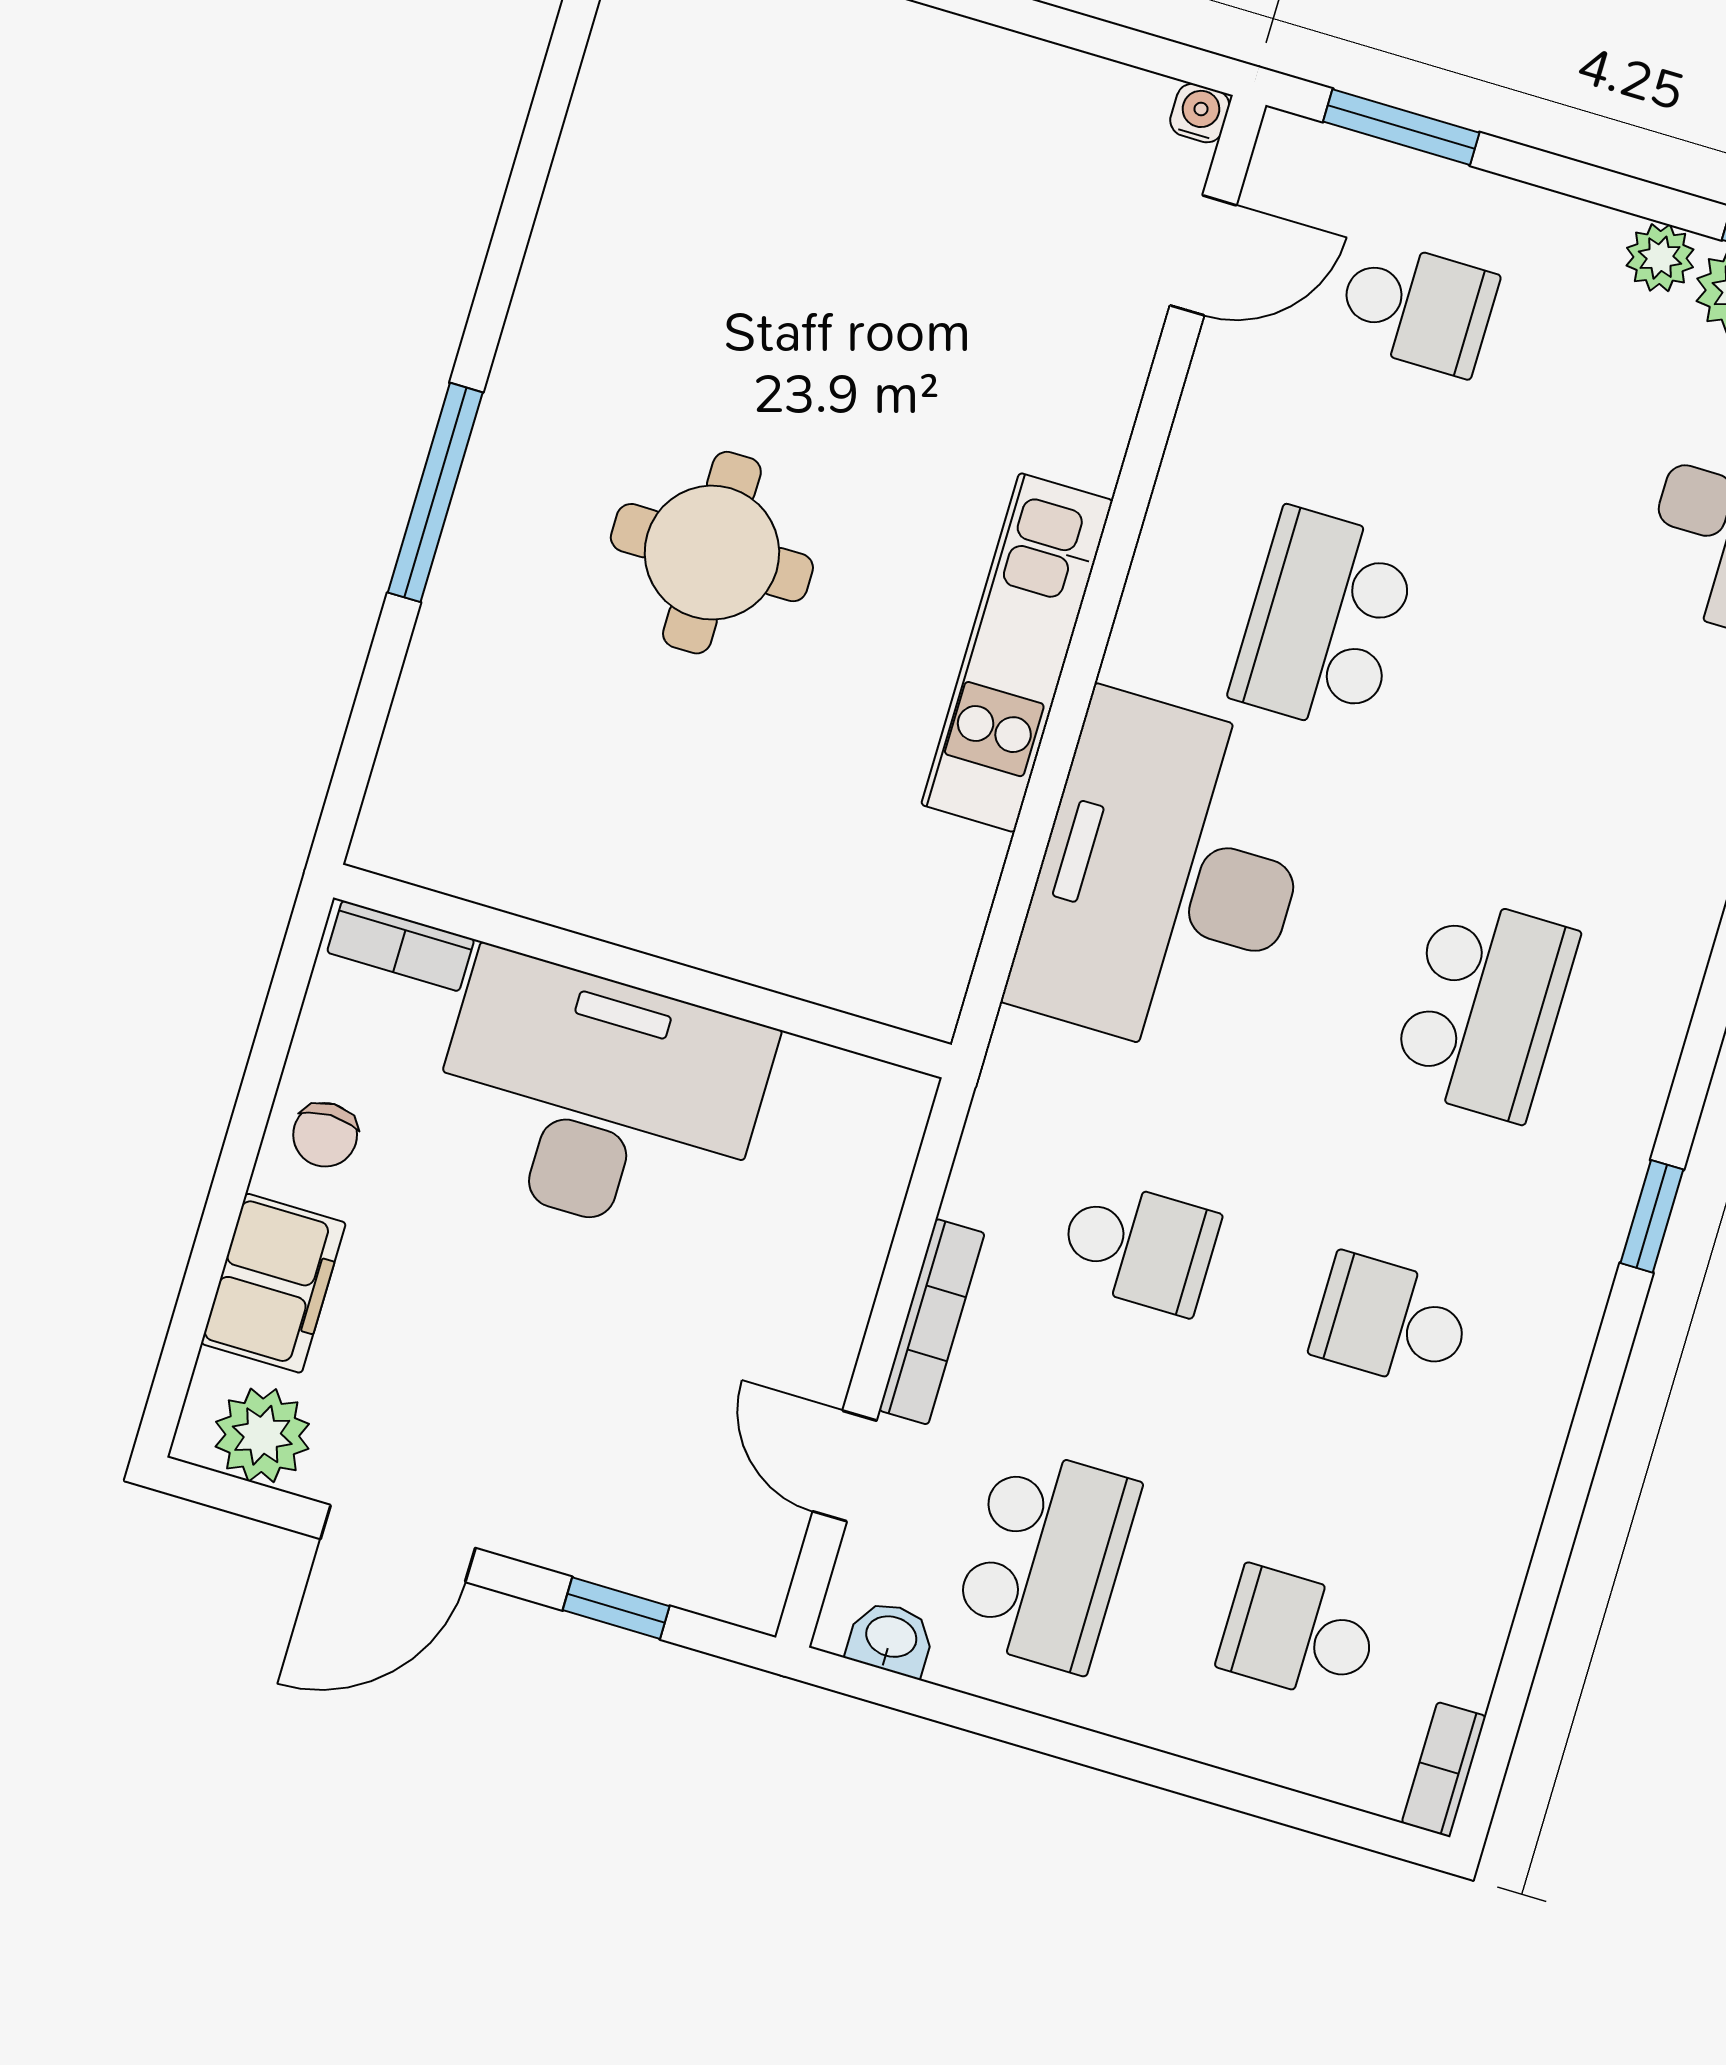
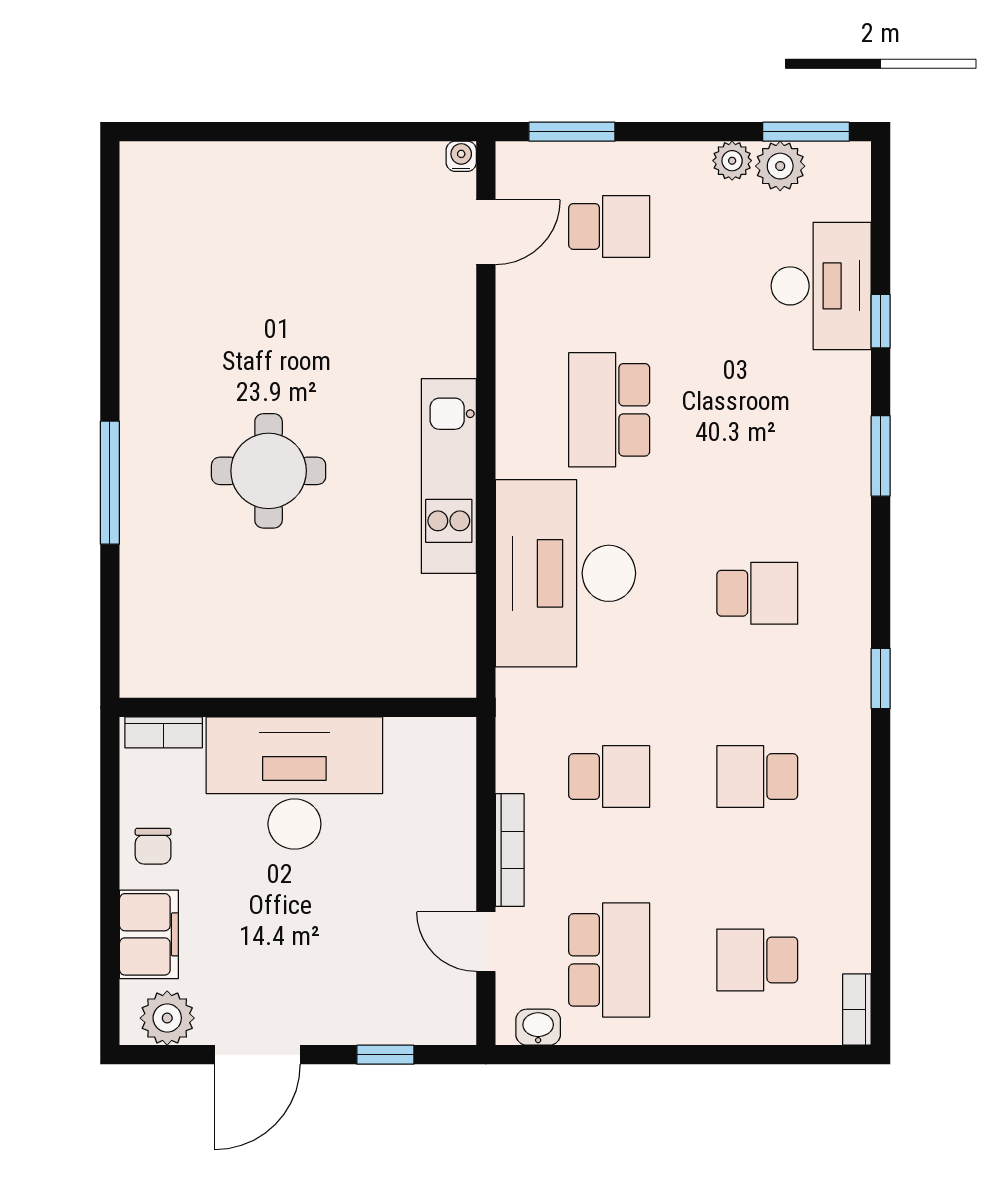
school desk: (1484, 1008) -> (757, 593), width x0.54

